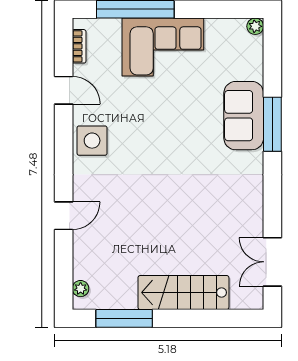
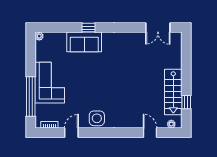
window: (272, 124) -> (89, 28), width x0.46
door: (64, 216) -> (150, 133), moved
stairs: (183, 293) -> (173, 92), moved
window: (124, 318) -> (186, 102), width x0.46

